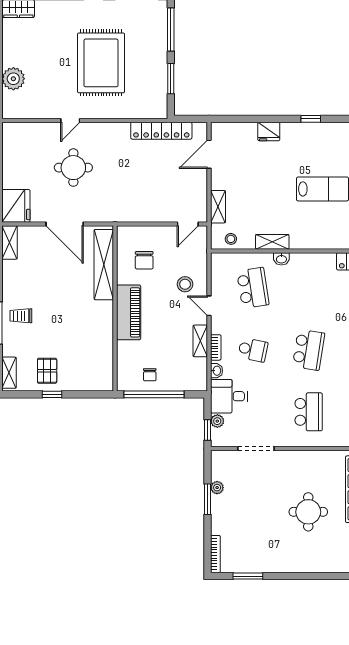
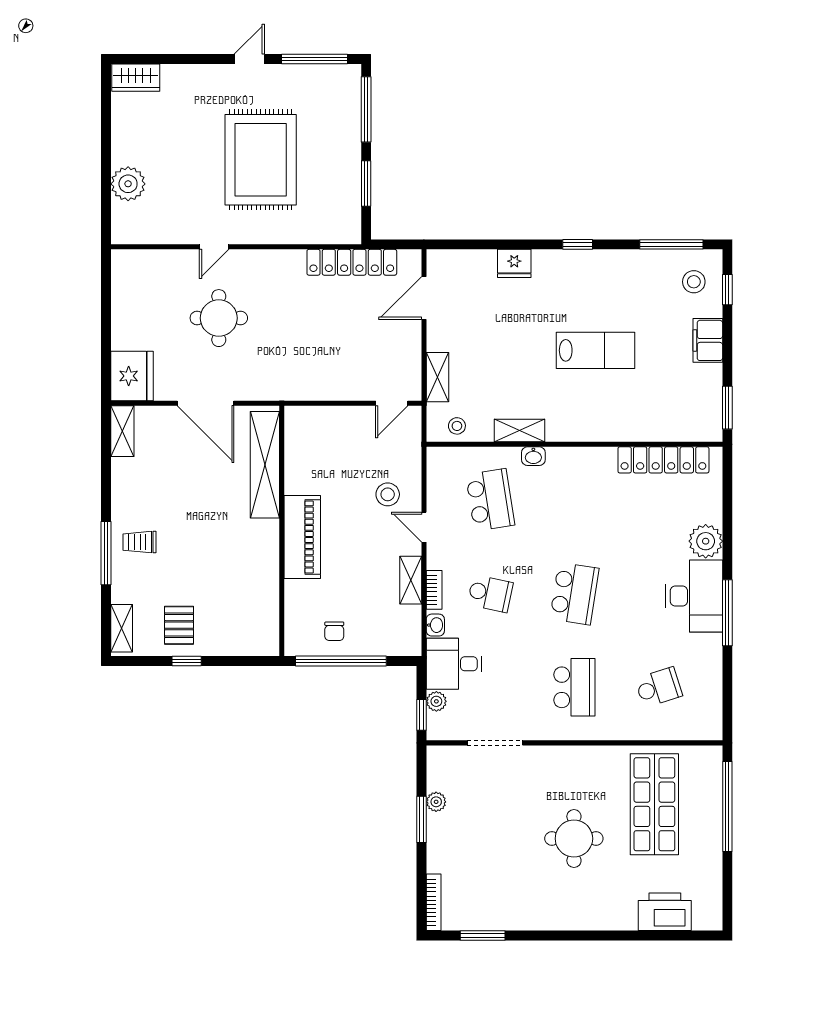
chair: (144, 260) -> (326, 458), removed

